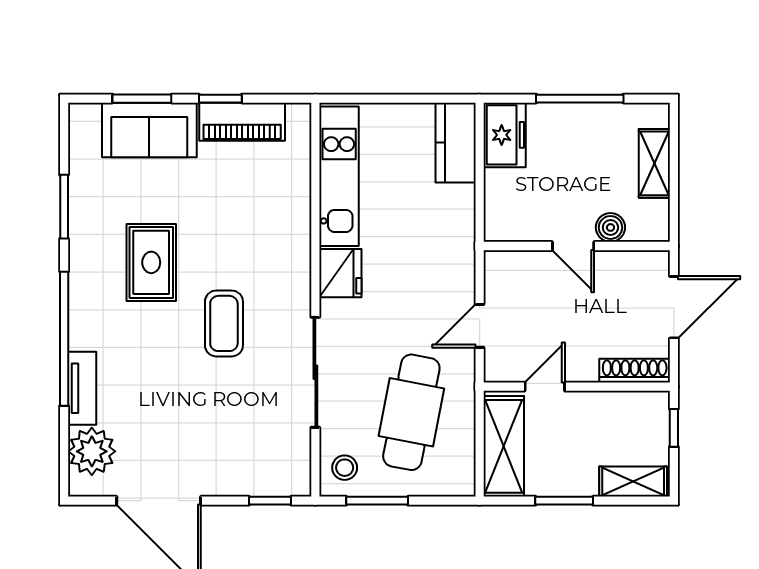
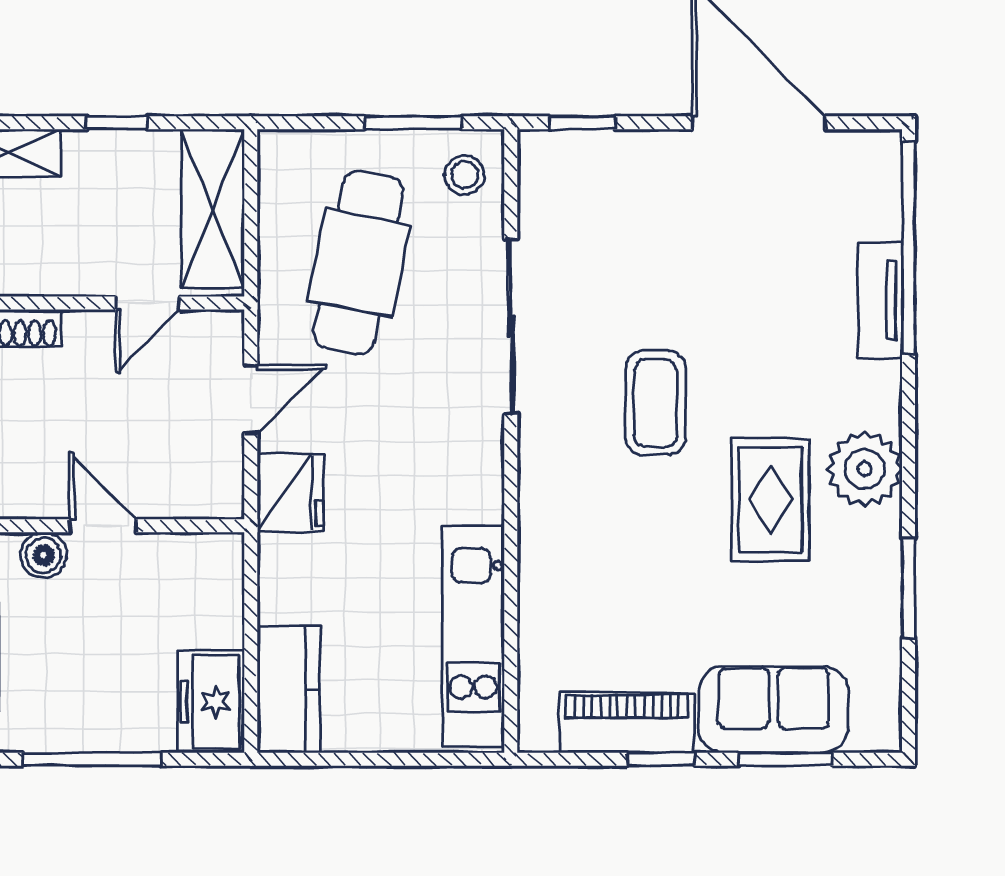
fridge: (340, 273) -> (290, 493), moved, turned 180
window: (64, 339) -> (909, 248), moved
plant: (92, 451) -> (865, 469), moved
window: (564, 501) -> (117, 123), width x0.67

